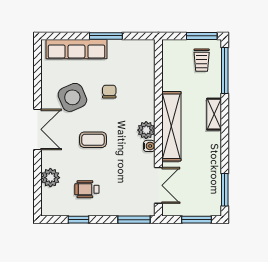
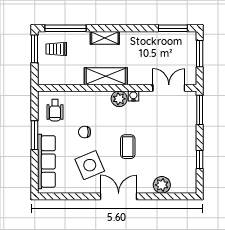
trolley: (202, 60) -> (56, 49), turned 180
shelving: (171, 126) -> (106, 76), width x0.68
wheelchair: (87, 189) -> (55, 110), moved

